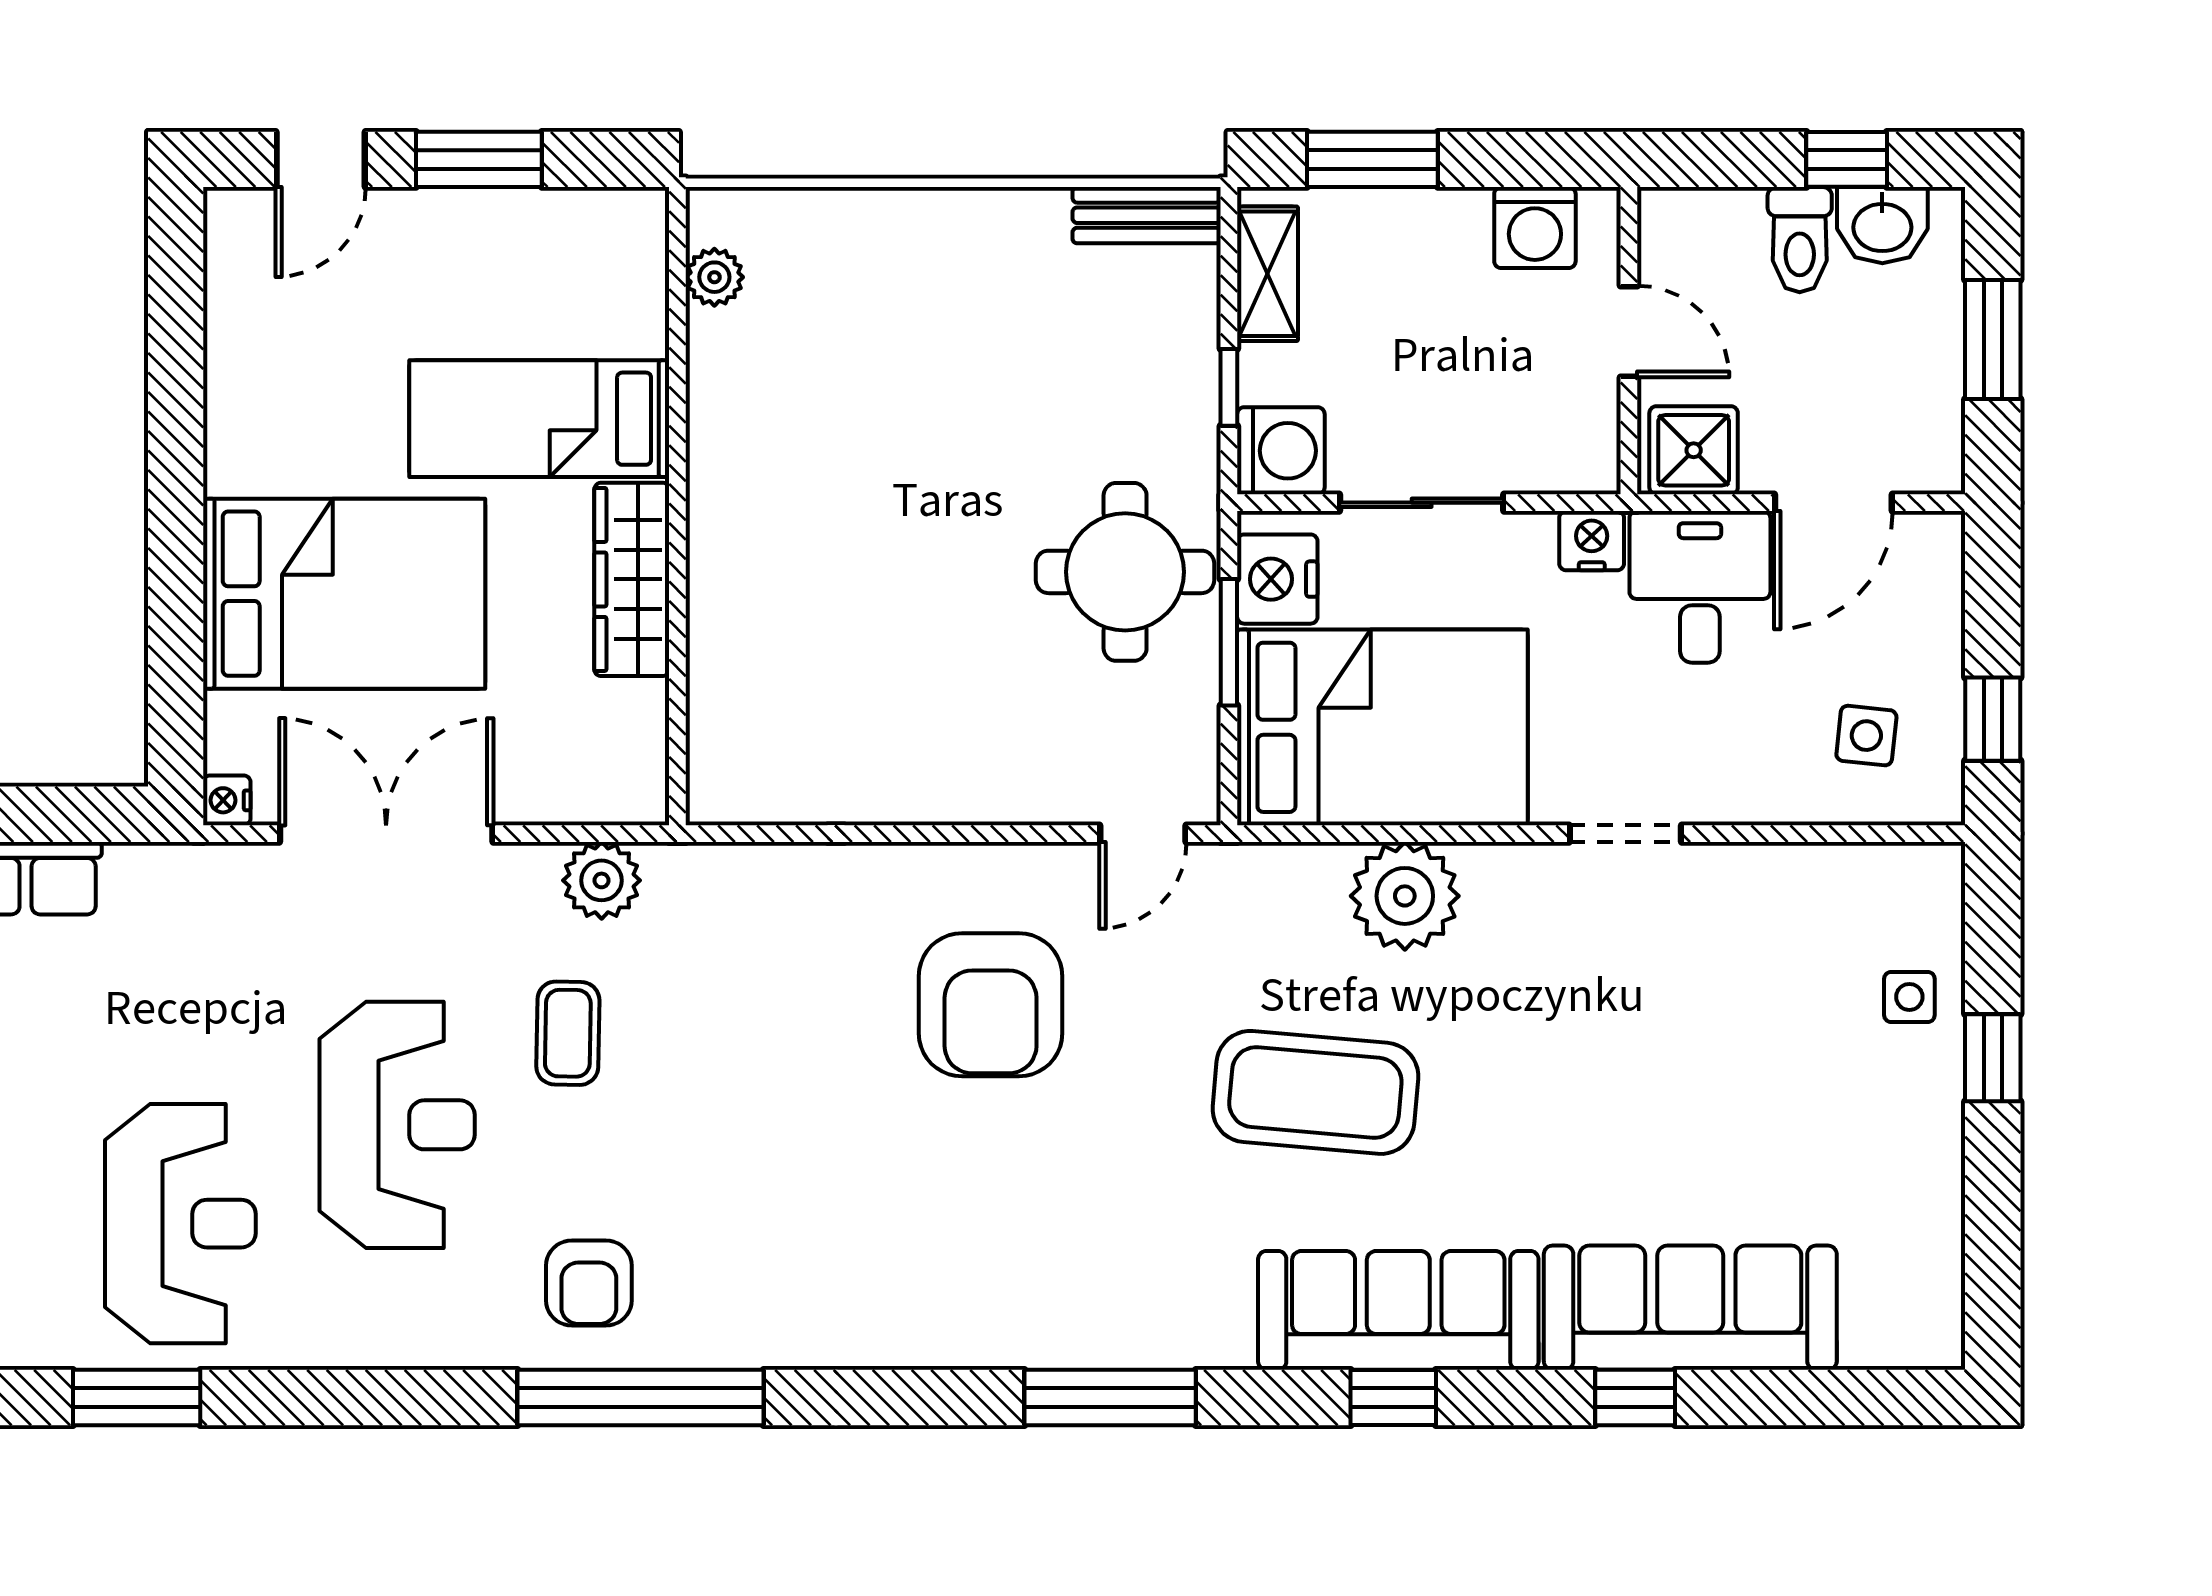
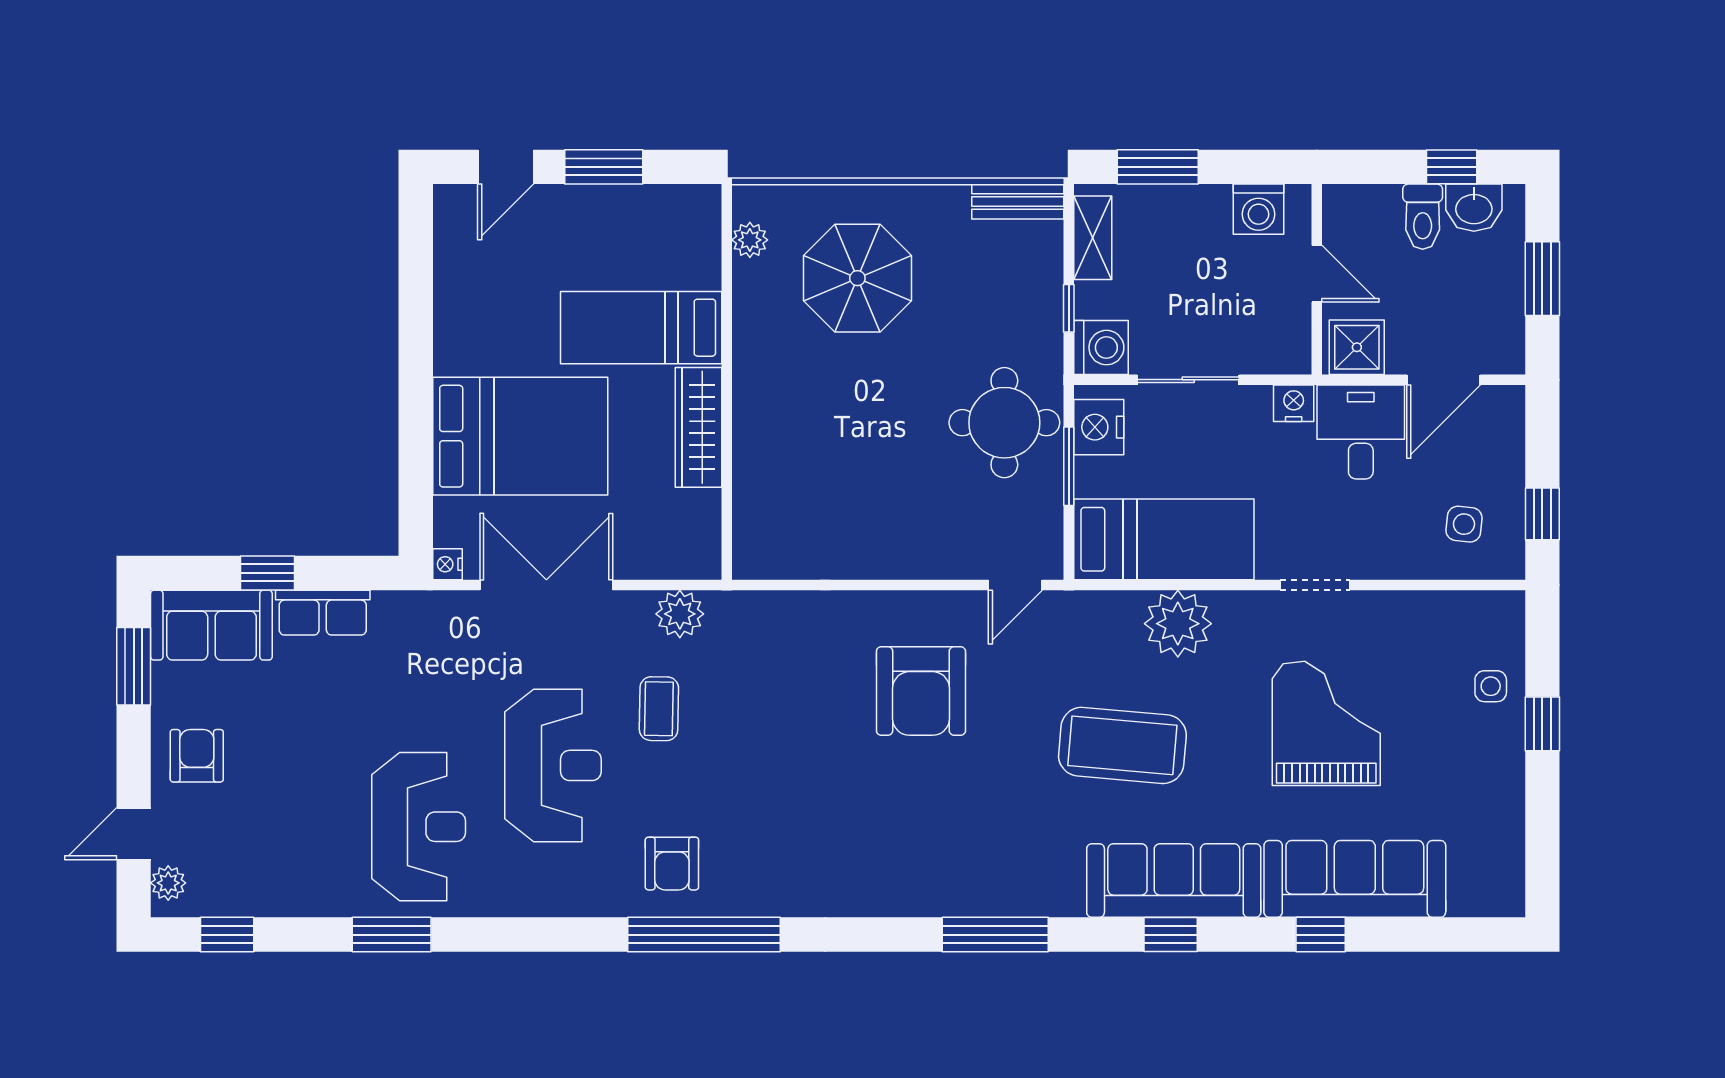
parasol: (888, 339) -> (857, 278), added
bed: (1382, 727) -> (1164, 539), width x0.67
grand piano: (1644, 1057) -> (1326, 723), added

